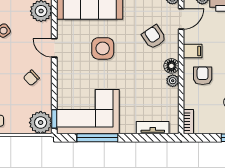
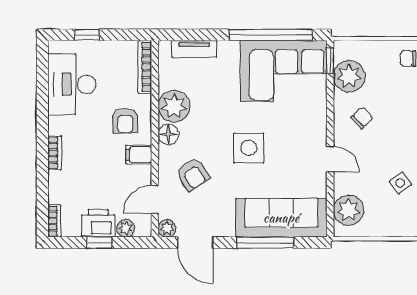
side table: (103, 48) -> (249, 148), moved
plant: (173, 81) -> (174, 106), width x1.88, depth x1.88
bookcase: (188, 122) -> (145, 67), width x1.56
plant: (41, 123) -> (349, 76), moved
window: (97, 138) -> (271, 35), width x1.46

